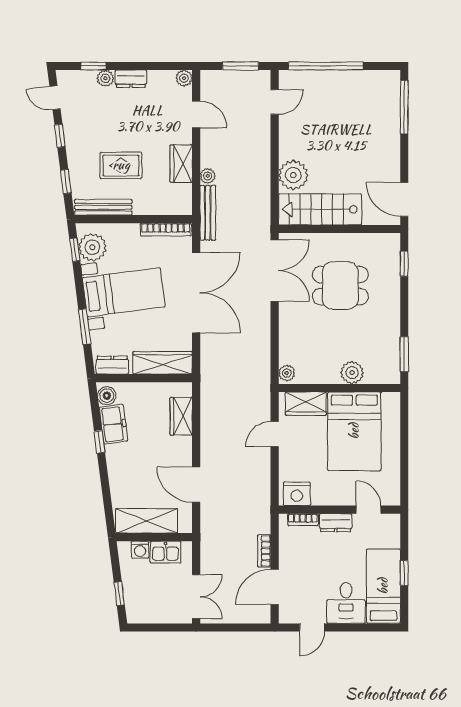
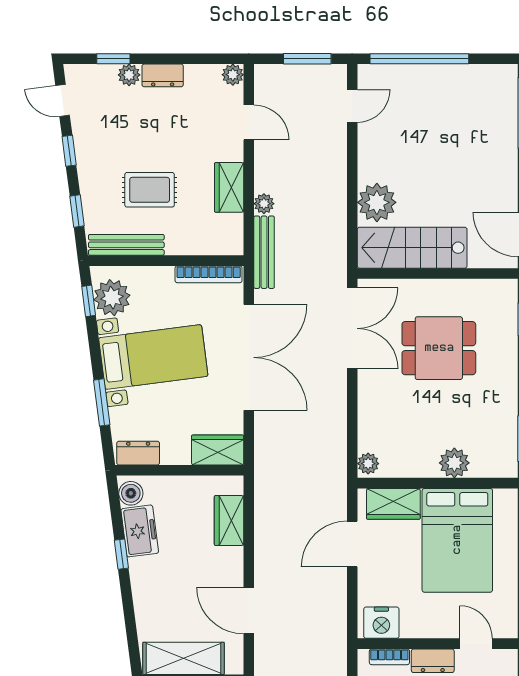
wardrobe: (163, 363) -> (218, 450), width x0.67
door: (275, 434) -> (352, 544), width x1.37

